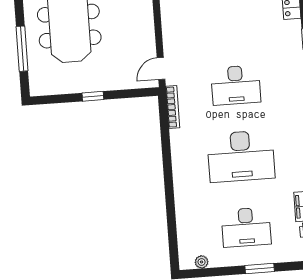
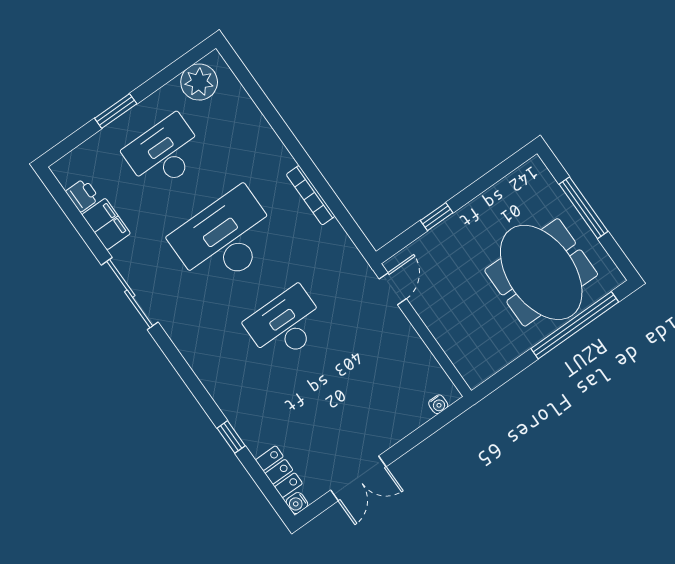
window: (93, 96) -> (437, 217), moved
bookcase: (173, 107) -> (311, 195), moved
plant: (202, 262) -> (199, 82), width x1.88, depth x1.88

